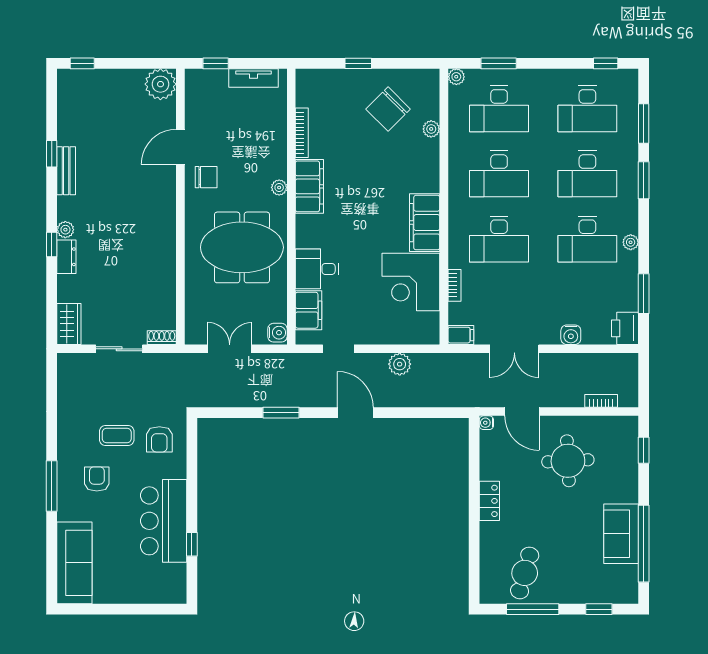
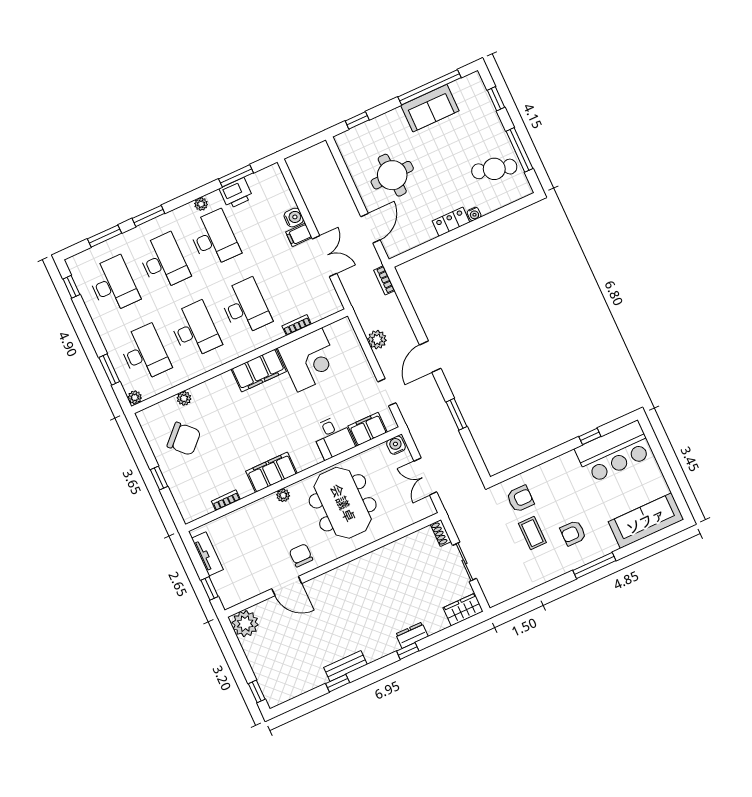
bookcase: (302, 133) -> (226, 500), width x0.64
plant: (65, 230) -> (391, 646), removed
printer: (625, 328) -> (236, 193), moved
filing cabinet: (461, 335) -> (299, 235), moved, turned -90
bookcase: (601, 401) -> (384, 280), moved
water cooler: (486, 423) -> (474, 214), moved
bar counter: (164, 521) -> (614, 452), moved

